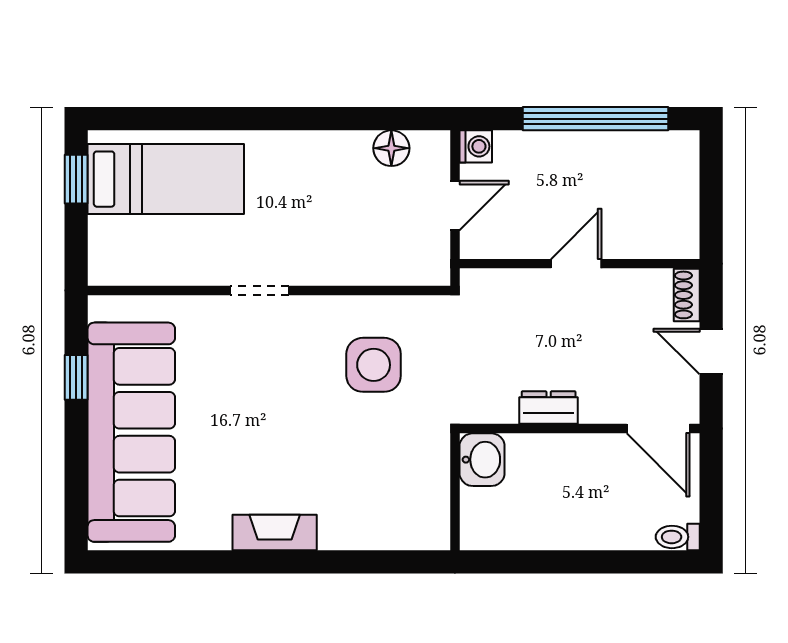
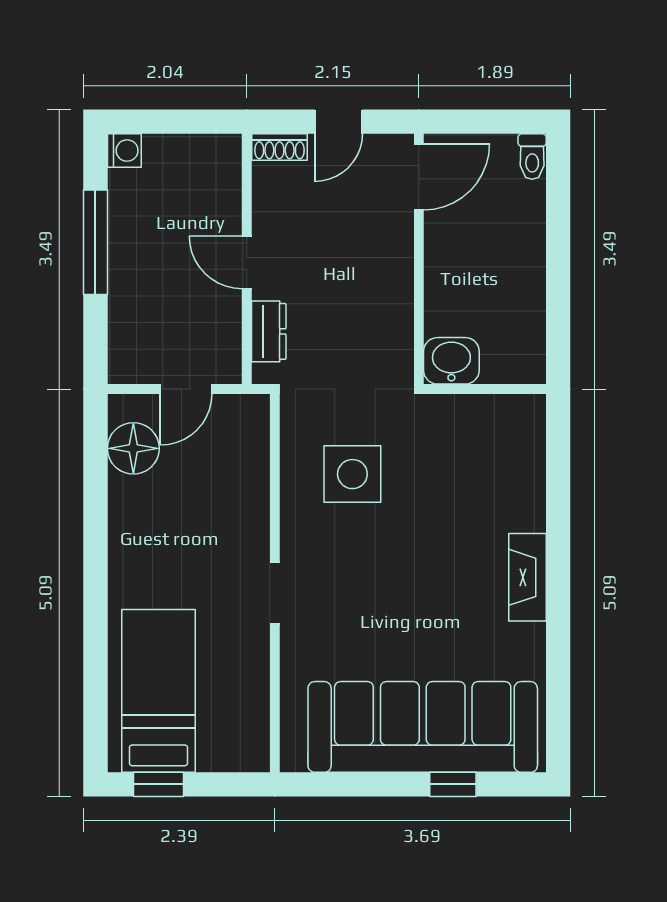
window: (595, 119) -> (95, 242), width x0.68
washing machine: (476, 146) -> (124, 151), moved, turned 90
floor lamp: (391, 148) -> (133, 448), width x1.38, depth x1.38
door: (455, 206) -> (186, 389), swing flipped
window: (76, 377) -> (453, 784), moved
dresser: (549, 408) -> (269, 331), moved, turned 180

